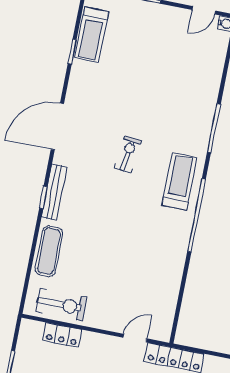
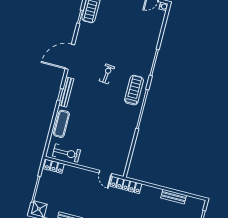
locker: (62, 335) -> (54, 166), moved
door: (135, 338) -> (105, 173), swing flipped

